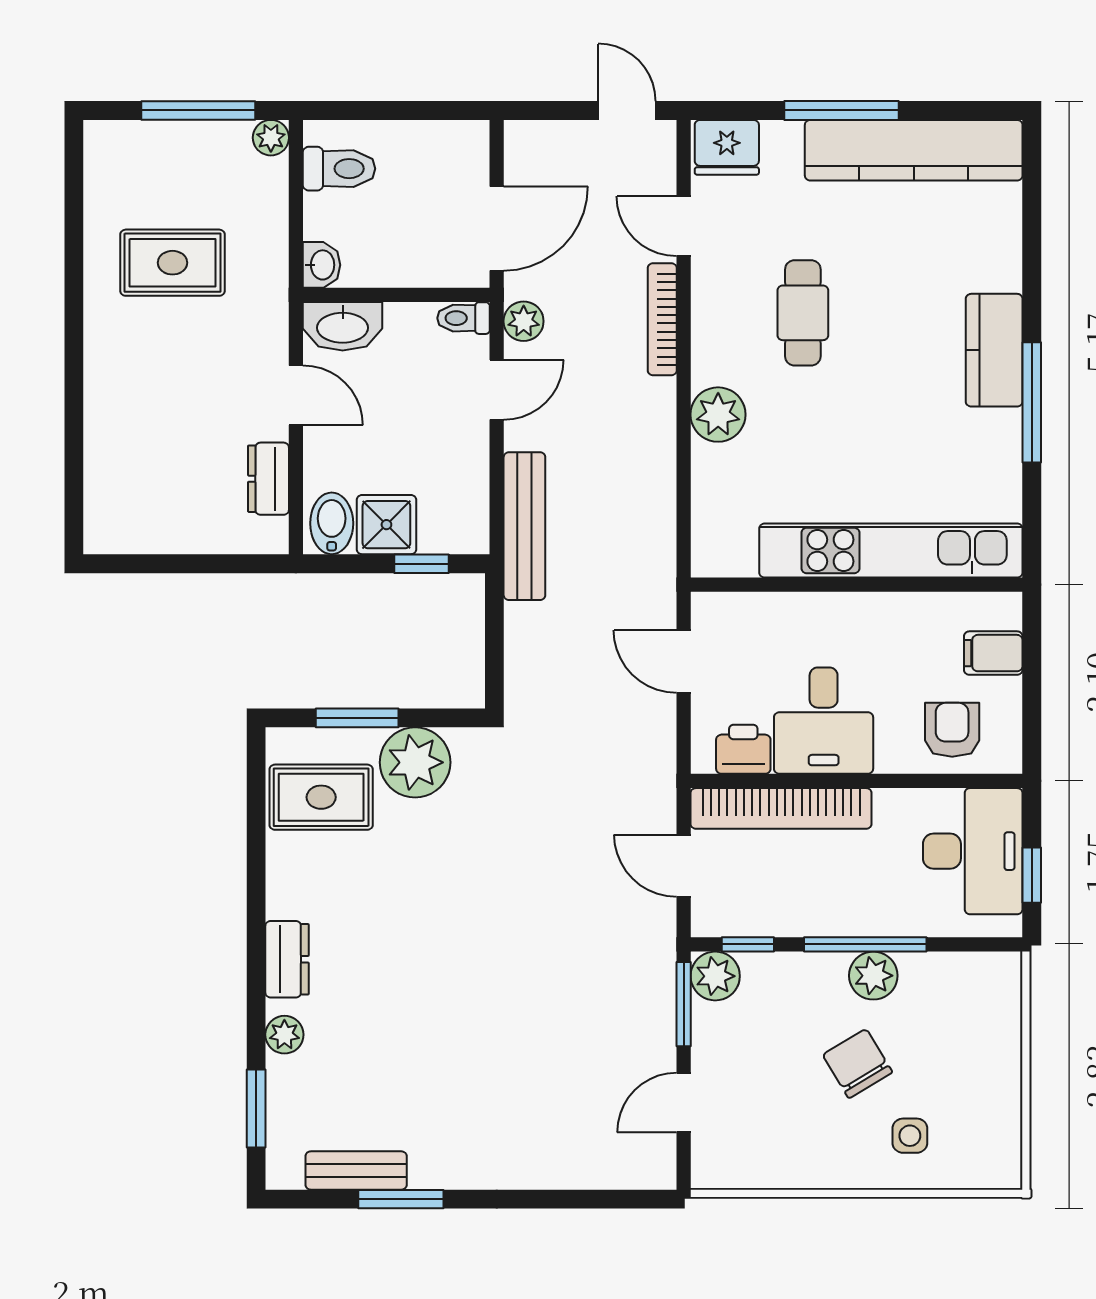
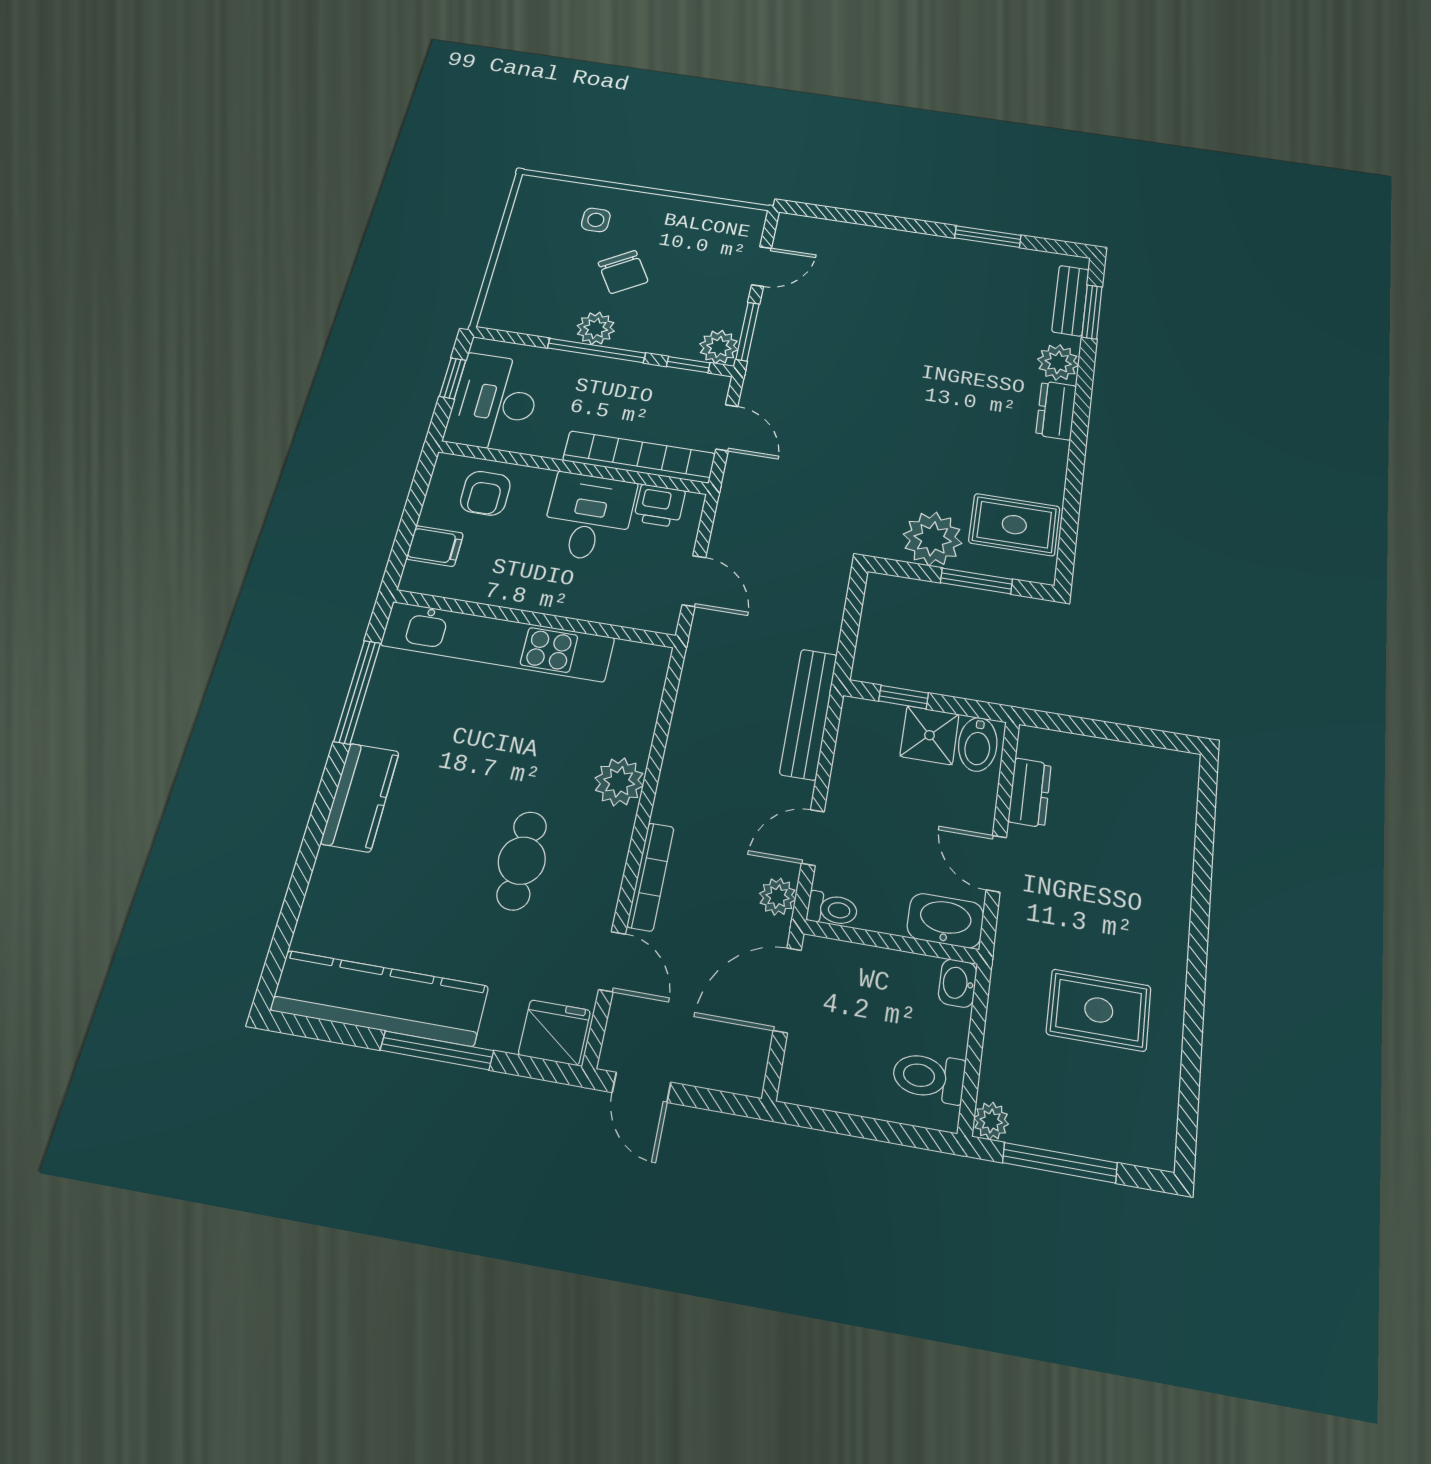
window: (1032, 402) -> (357, 692), moved
plant: (284, 1035) -> (1058, 362), width x1.38, depth x1.38
bench: (356, 1170) -> (1071, 301), moved, turned 90

